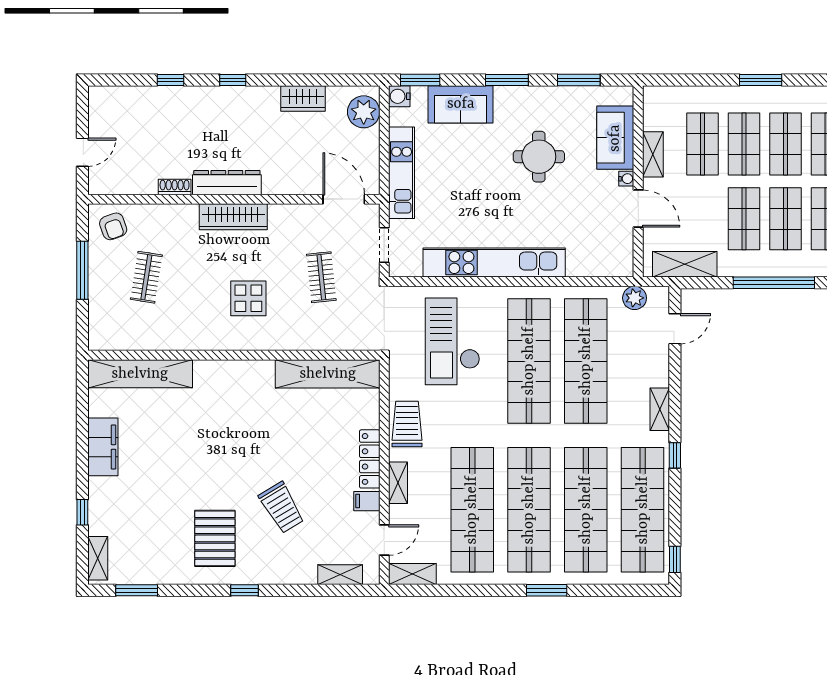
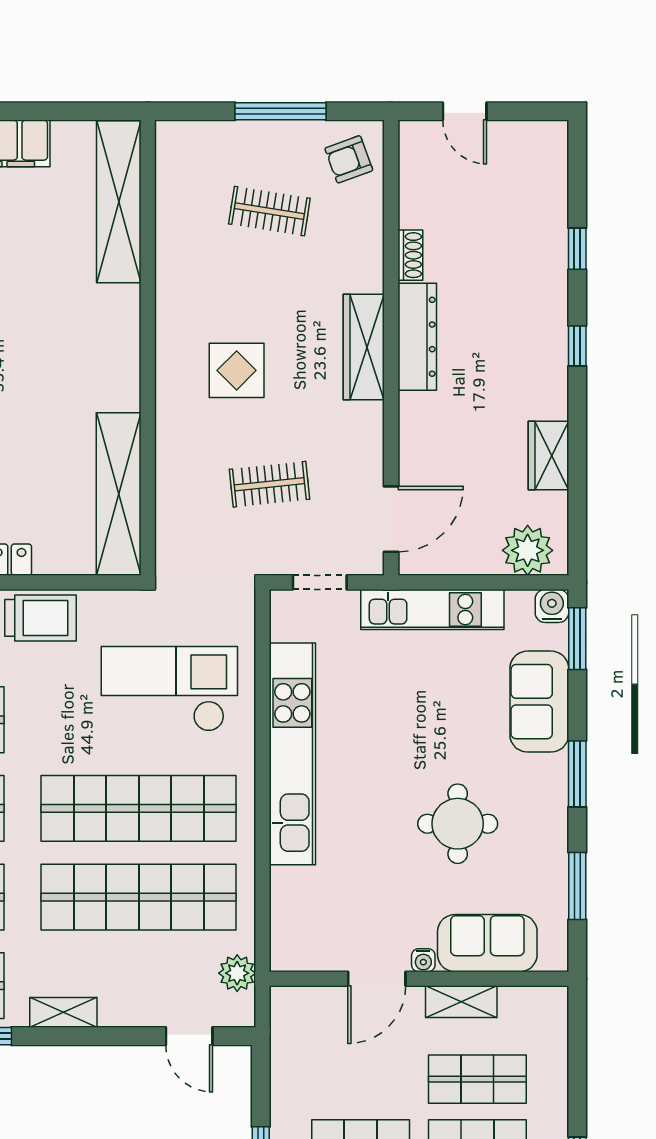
shelving: (685, 264) -> (290, 1051), removed

